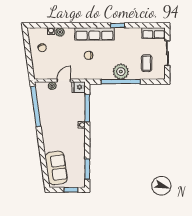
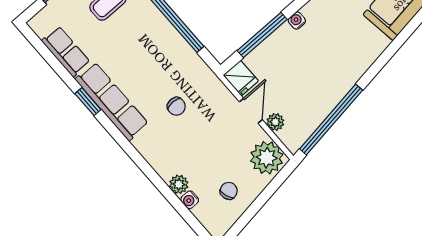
row of seats: (154, 33) -> (66, 51), moved
row of seats: (94, 34) -> (112, 102), moved
plant: (121, 72) -> (267, 158), moved
door: (64, 81) -> (251, 111), swing flipped

